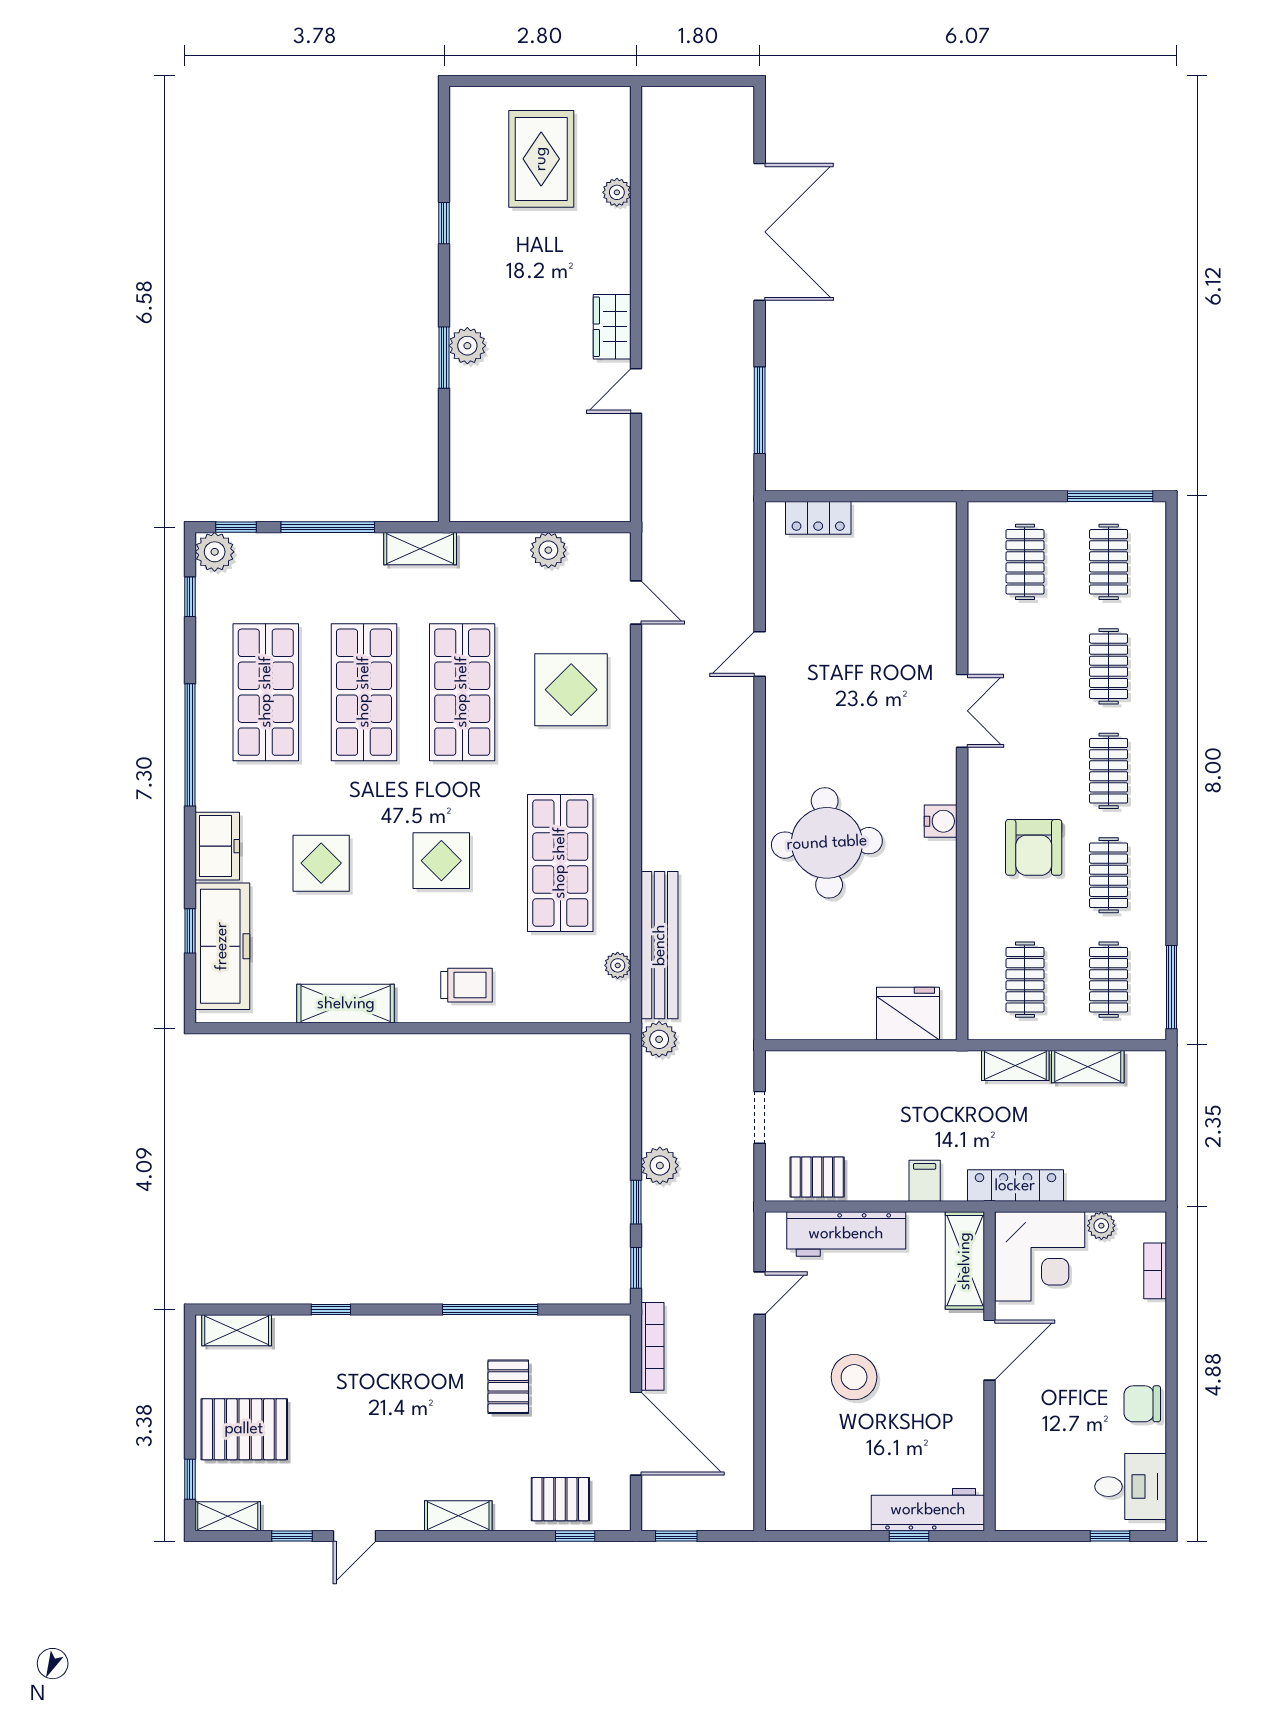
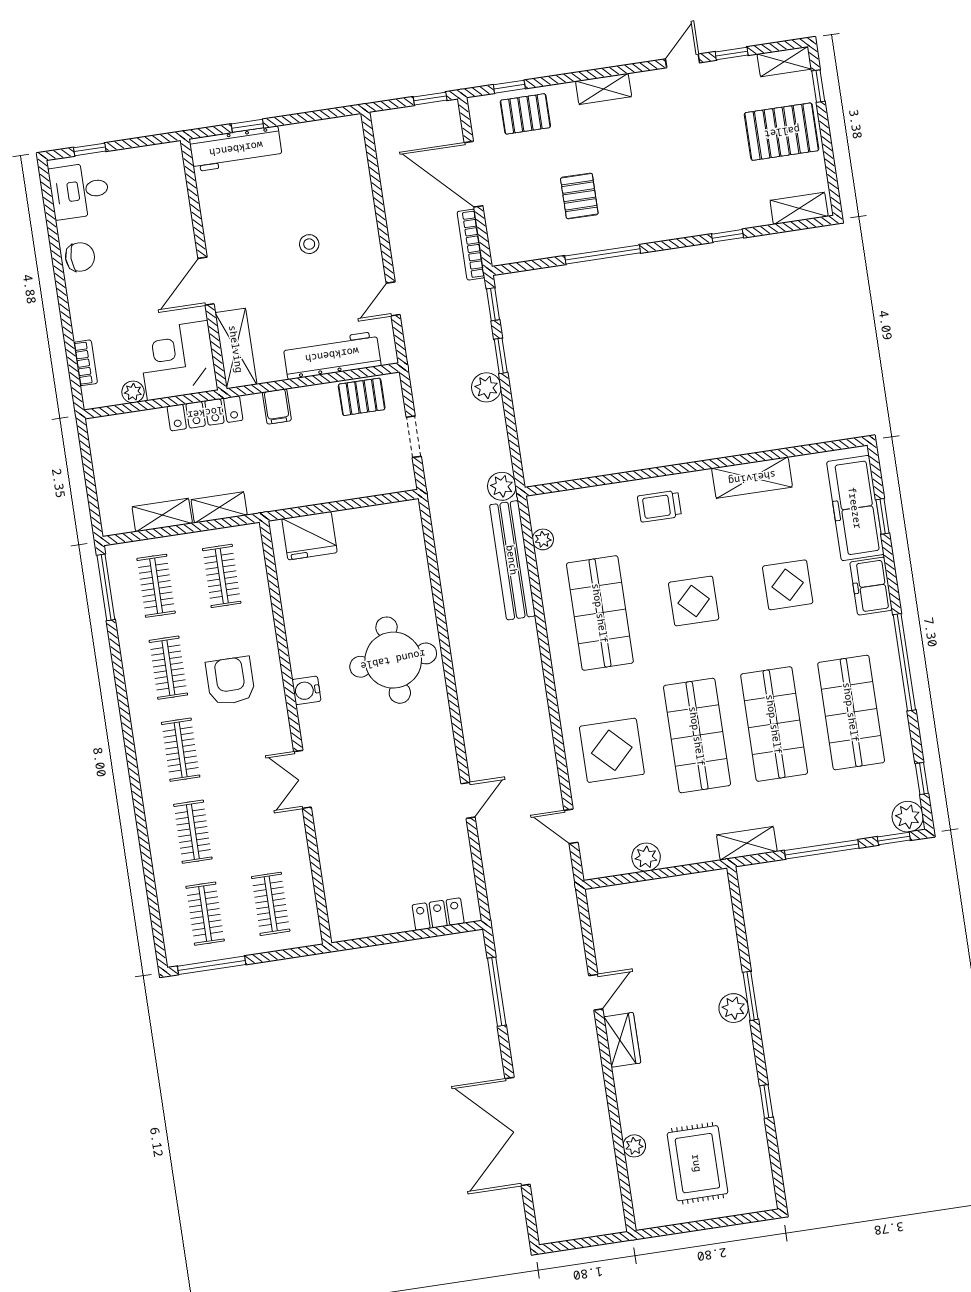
stool: (854, 1377) -> (309, 244), width x0.53, depth x0.53

